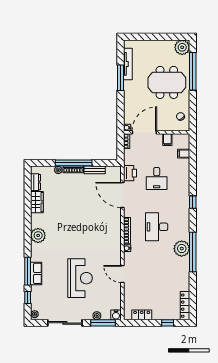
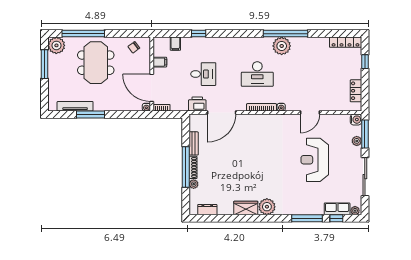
window: (166, 37) -> (45, 64), added
wardrobe: (37, 202) -> (246, 208), moved
window: (193, 202) -> (199, 34), moved
row of seats: (36, 273) -> (337, 209), moved
reception desk: (80, 278) -> (315, 160), turned -90

